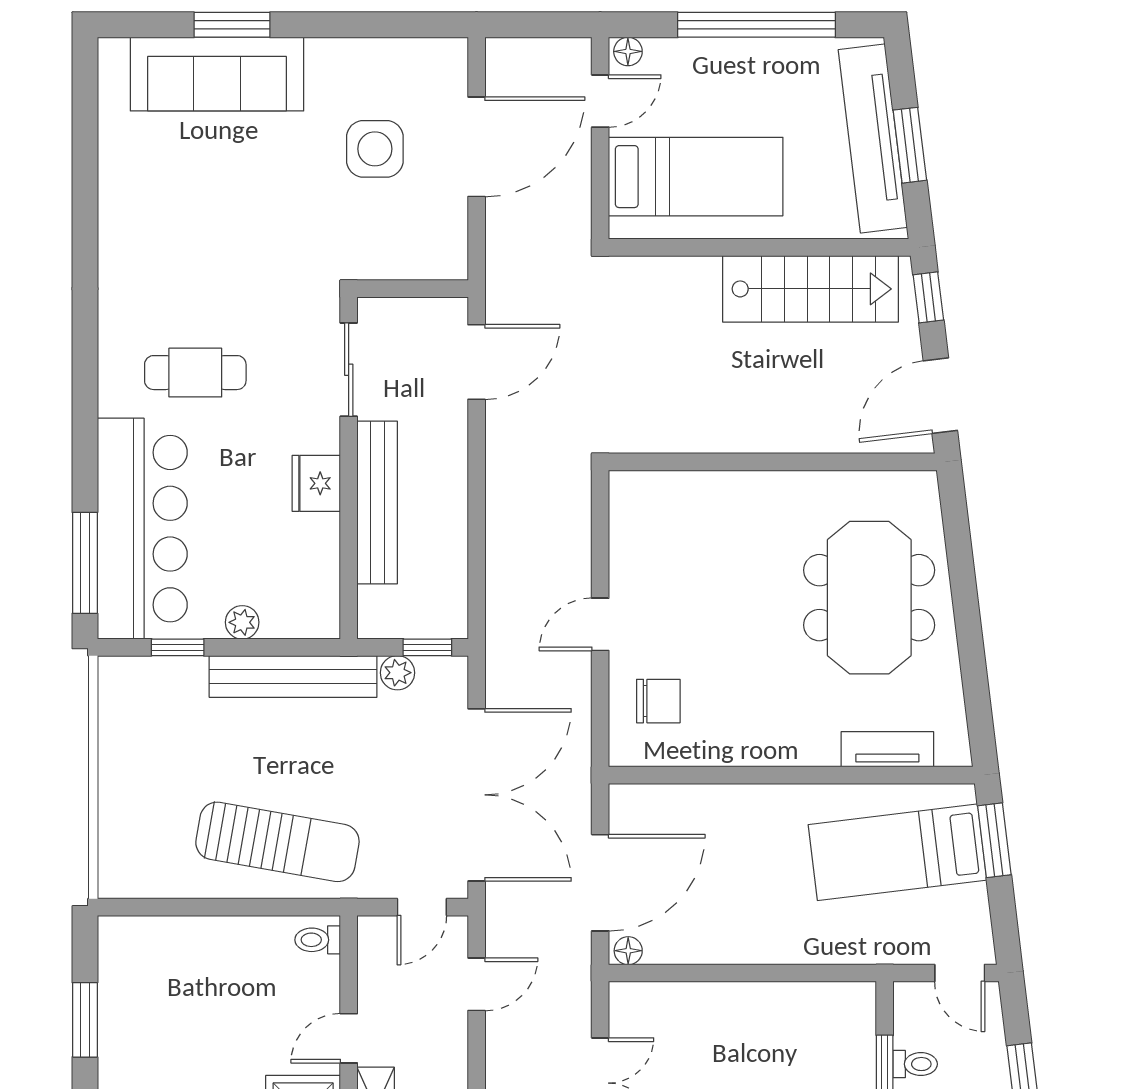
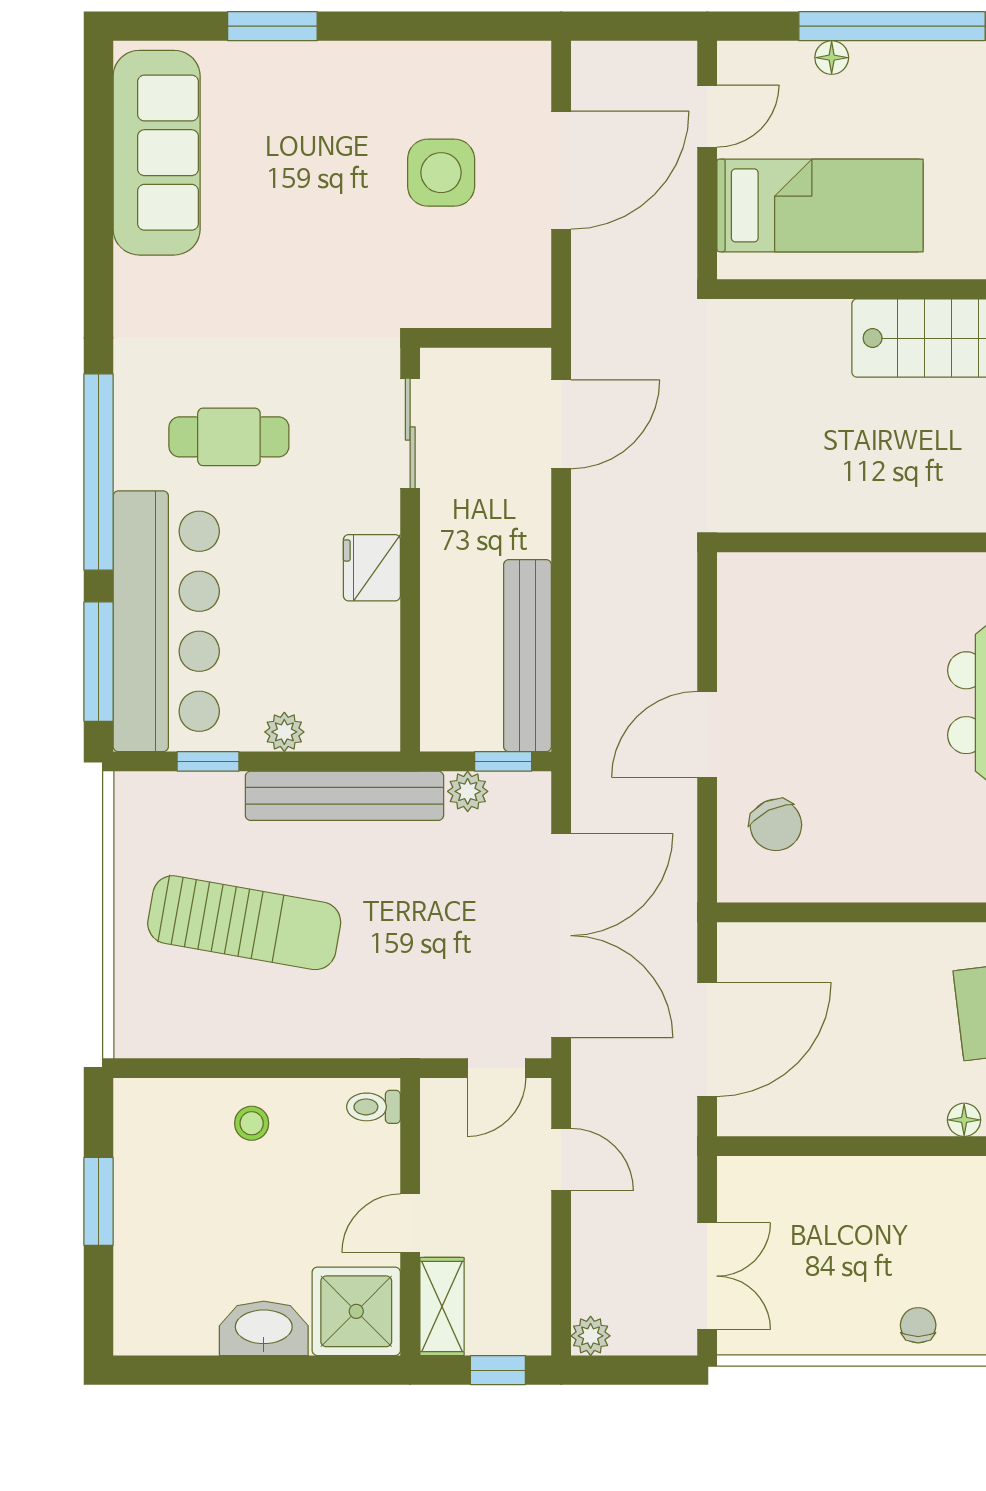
floor lamp: (628, 51) -> (832, 58), moved
sofa: (217, 74) -> (157, 153), moved, turned -90
window: (85, 402) -> (99, 472), added
bench: (377, 503) -> (528, 656), moved
door: (600, 624) -> (707, 734), width x1.38
chair: (658, 701) -> (776, 825), turned 64
sun lounger: (277, 842) -> (244, 923), moved
floor lamp: (628, 951) -> (964, 1120), moved
stool: (214, 954) -> (252, 1123), added
door: (477, 984) -> (561, 1160), hinge flipped

